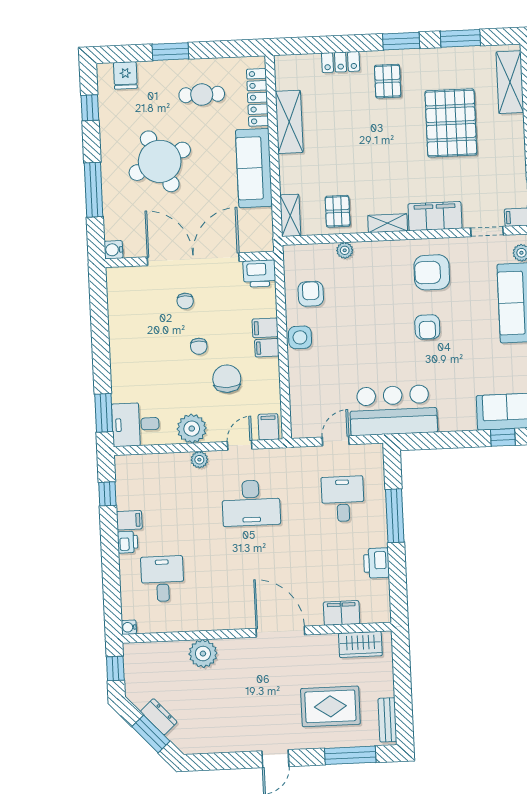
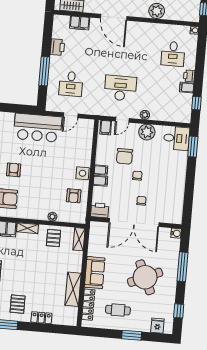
sofa: (254, 168) -> (95, 273), width x0.73

